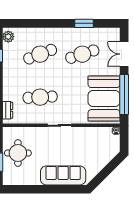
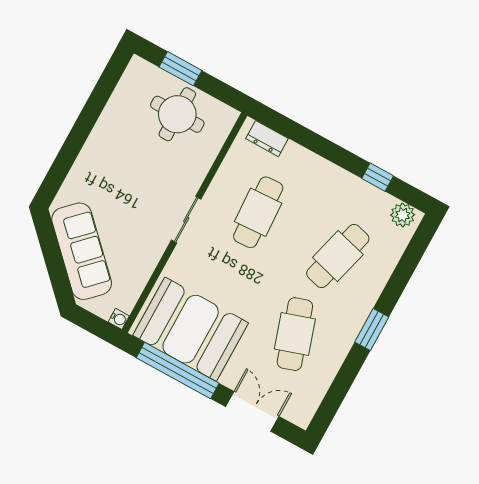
window: (84, 23) -> (372, 330), moved
cafe table: (40, 54) -> (338, 256), turned 36
sofa: (63, 175) -> (82, 251), moved, turned -45

